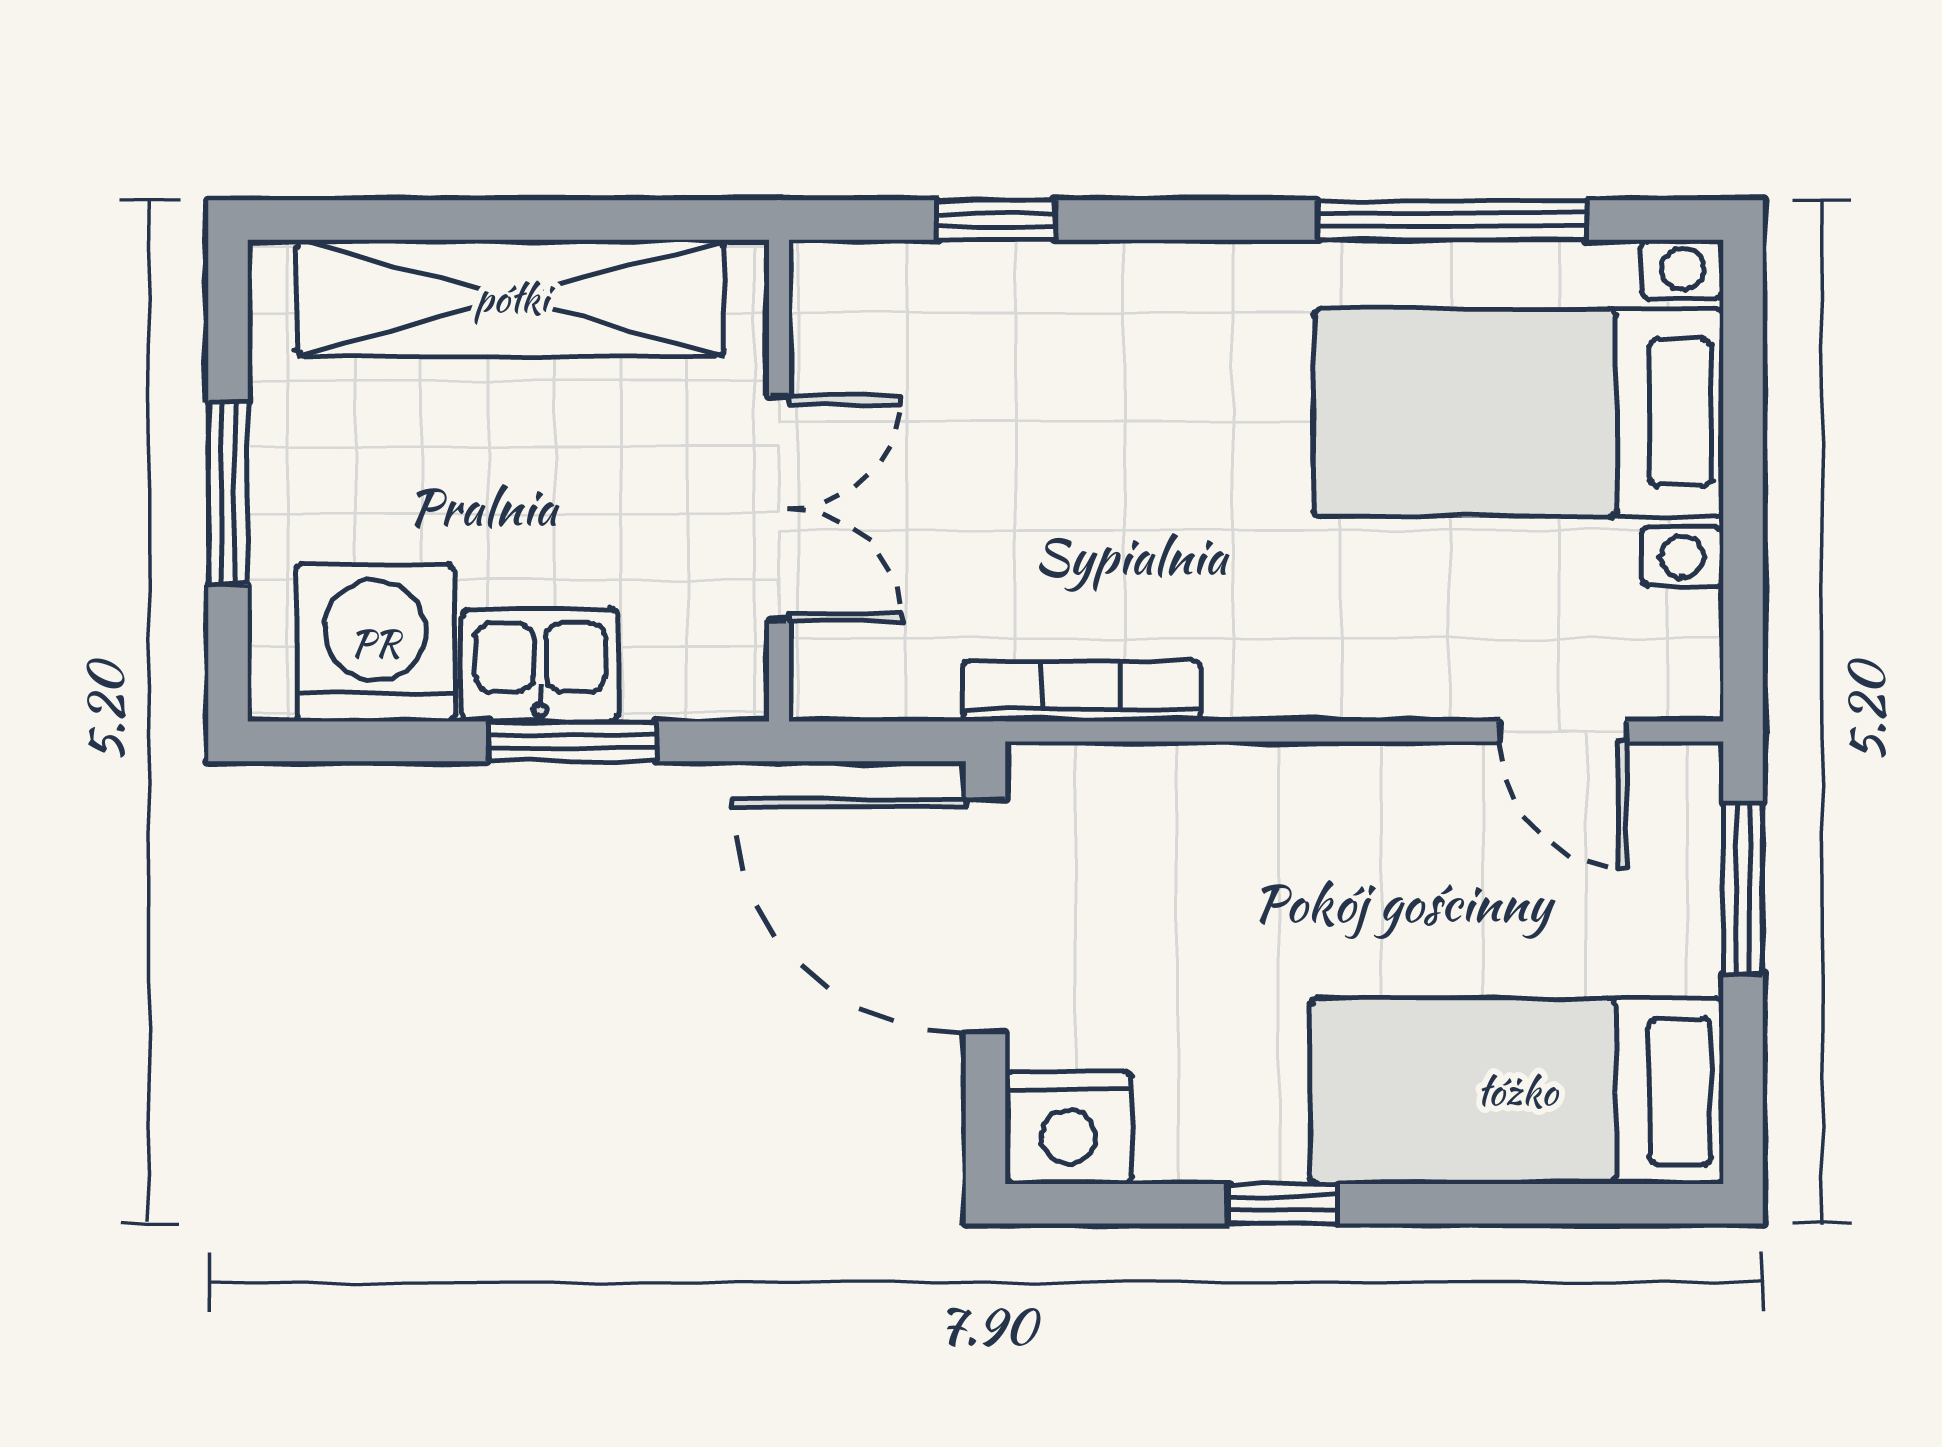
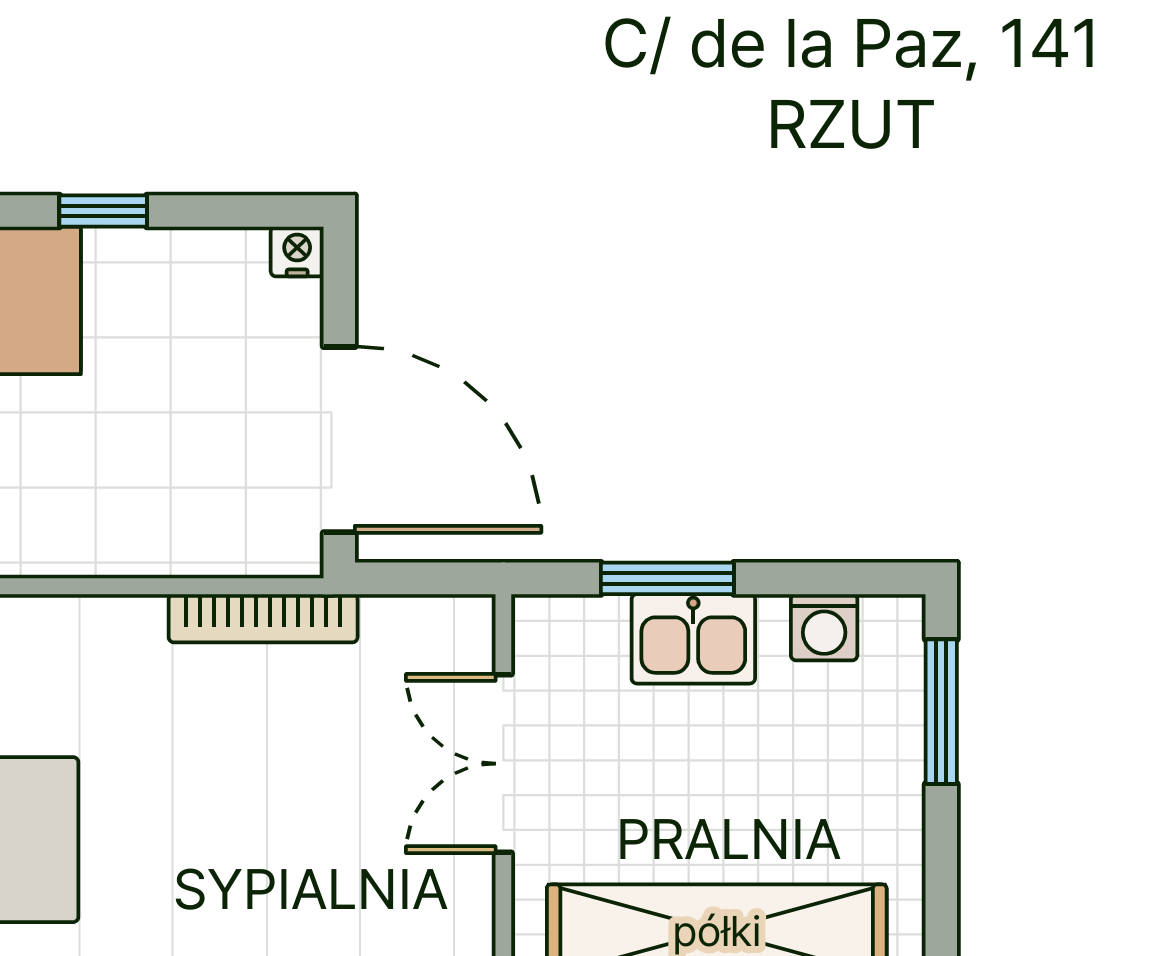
window: (228, 493) -> (941, 712), moved
washing machine: (375, 643) -> (824, 627), width x0.53, depth x0.53
nightstand: (1068, 1128) -> (297, 251), width x0.53, depth x0.56

